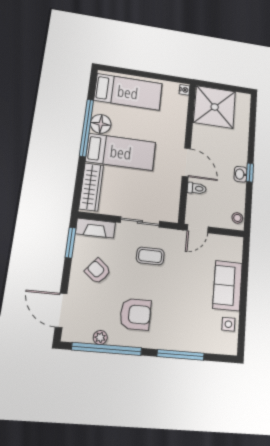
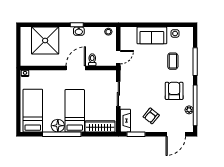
shower: (215, 107) -> (45, 40), moved
door: (198, 229) -> (118, 57), hinge flipped
coffee table: (150, 256) -> (173, 61), moved

